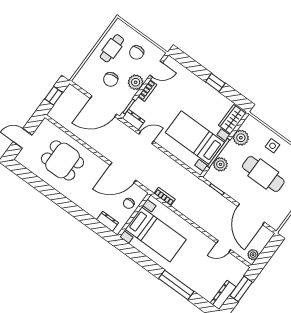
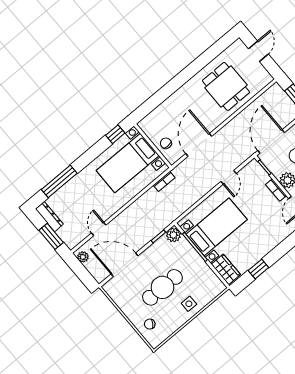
window: (215, 82) -> (258, 269), moved
dresser: (133, 120) -> (250, 169), removed
plant: (241, 138) -> (205, 274), removed
dining table: (62, 160) -> (226, 86), turned 90
plant: (220, 164) -> (173, 235), moved
dresser: (108, 221) -> (153, 117), removed
window: (132, 252) -> (115, 134), added
window: (176, 285) -> (59, 181), moved

